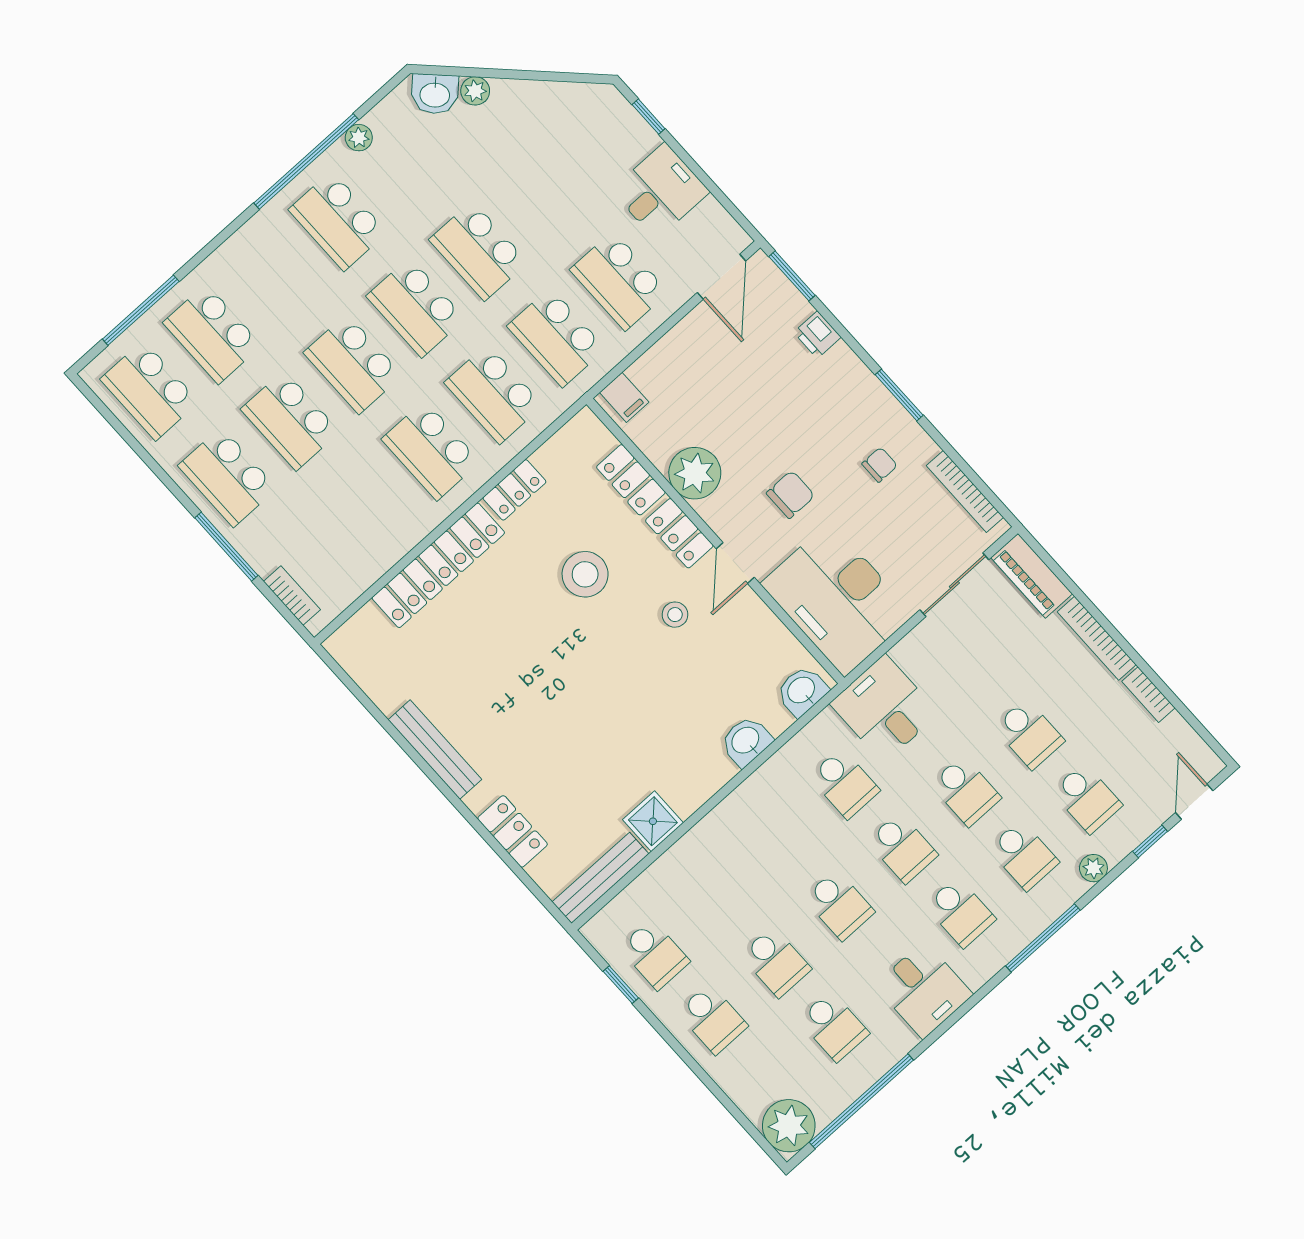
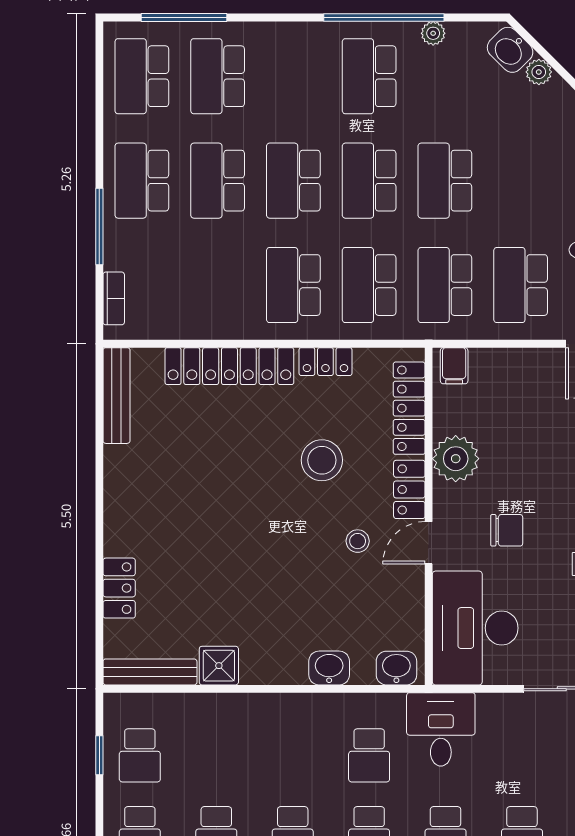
locker: (631, 480) -> (409, 408), width x1.53
bench: (435, 750) -> (117, 396), moved

